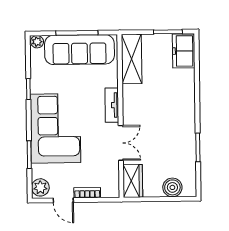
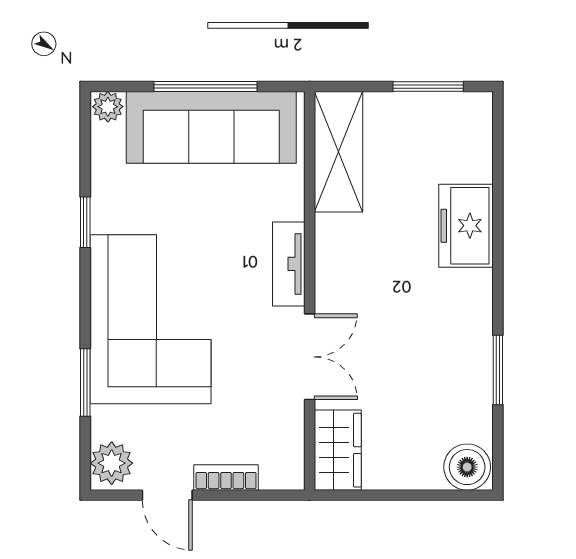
freezer: (184, 51) -> (466, 226), moved
boiler: (172, 187) -> (467, 467), moved

